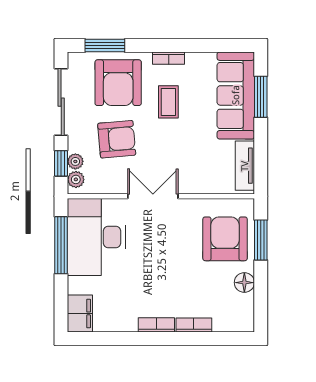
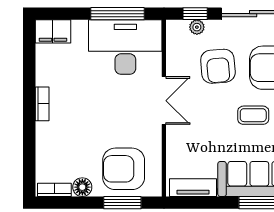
plant: (76, 179) -> (180, 28), removed
armchair: (225, 239) -> (124, 169), turned 180
bookcase: (194, 325) -> (54, 190), moved, turned -90

